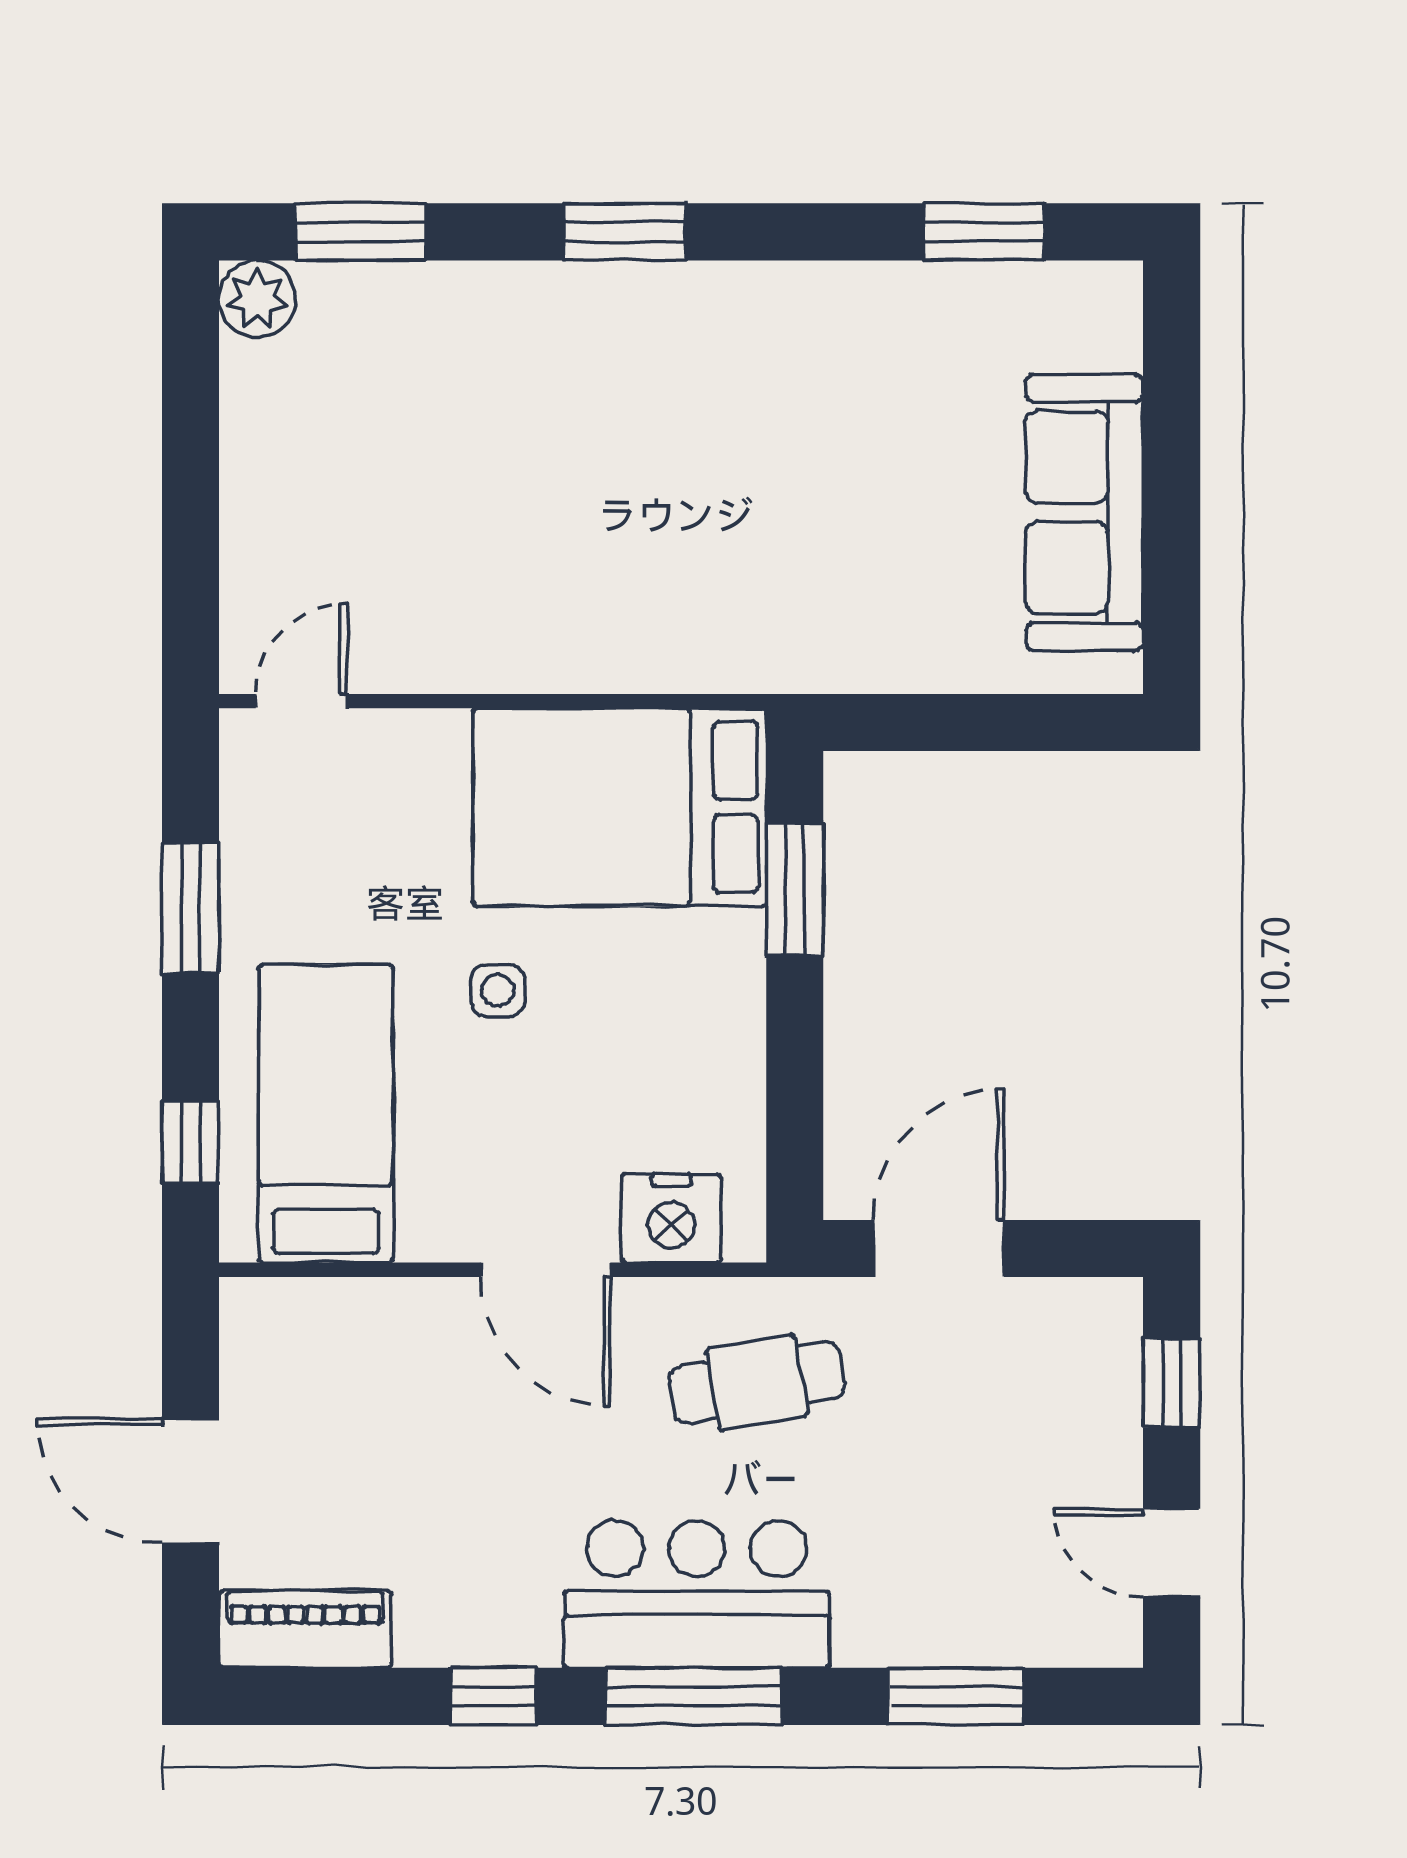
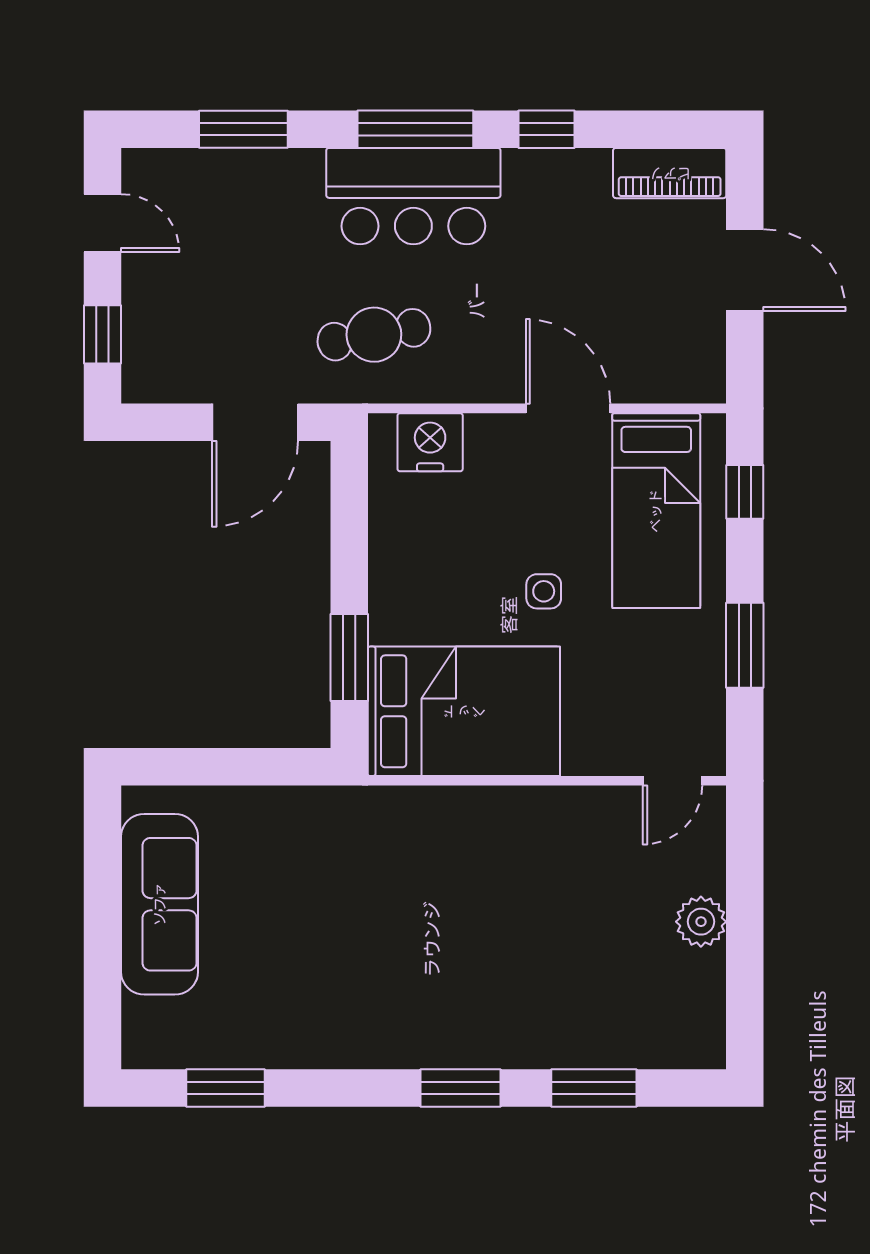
window: (360, 232) -> (594, 1088), moved
plant: (257, 299) -> (701, 922), moved
door: (546, 1270) -> (568, 408), moved

